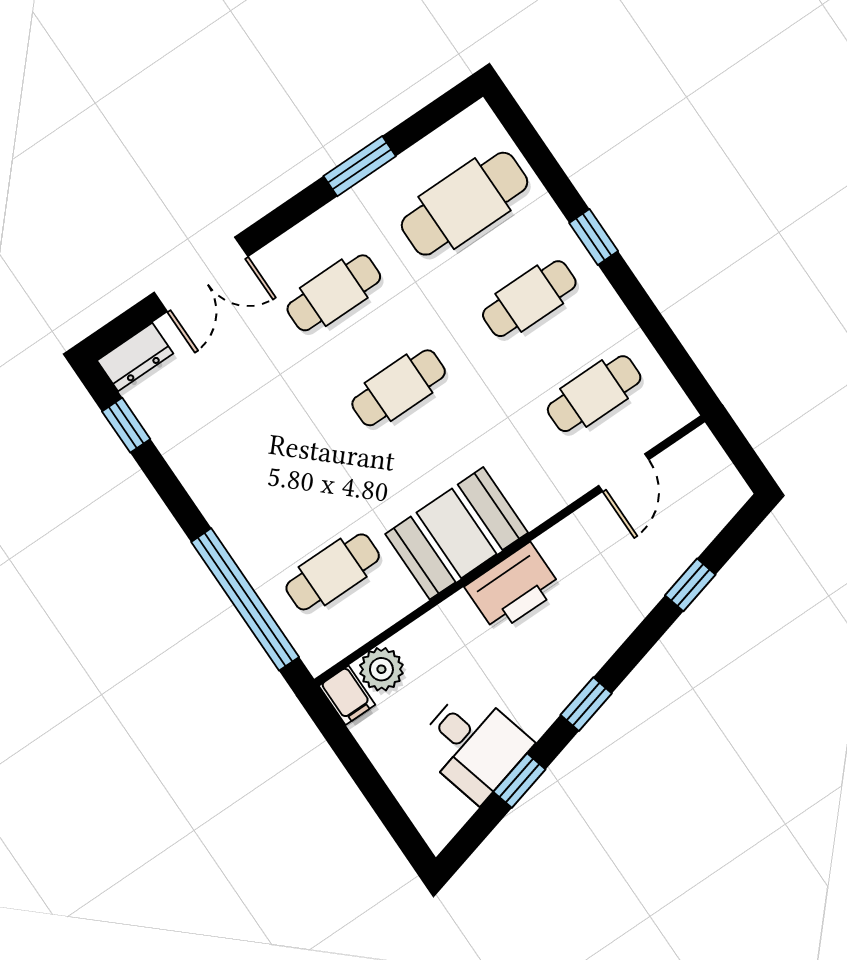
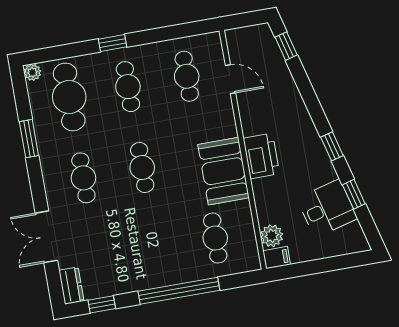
plant: (479, 120) -> (32, 72), added
double door: (201, 274) -> (46, 237), swing flipped
window: (690, 585) -> (286, 46), moved
window: (245, 599) -> (179, 291), moved

